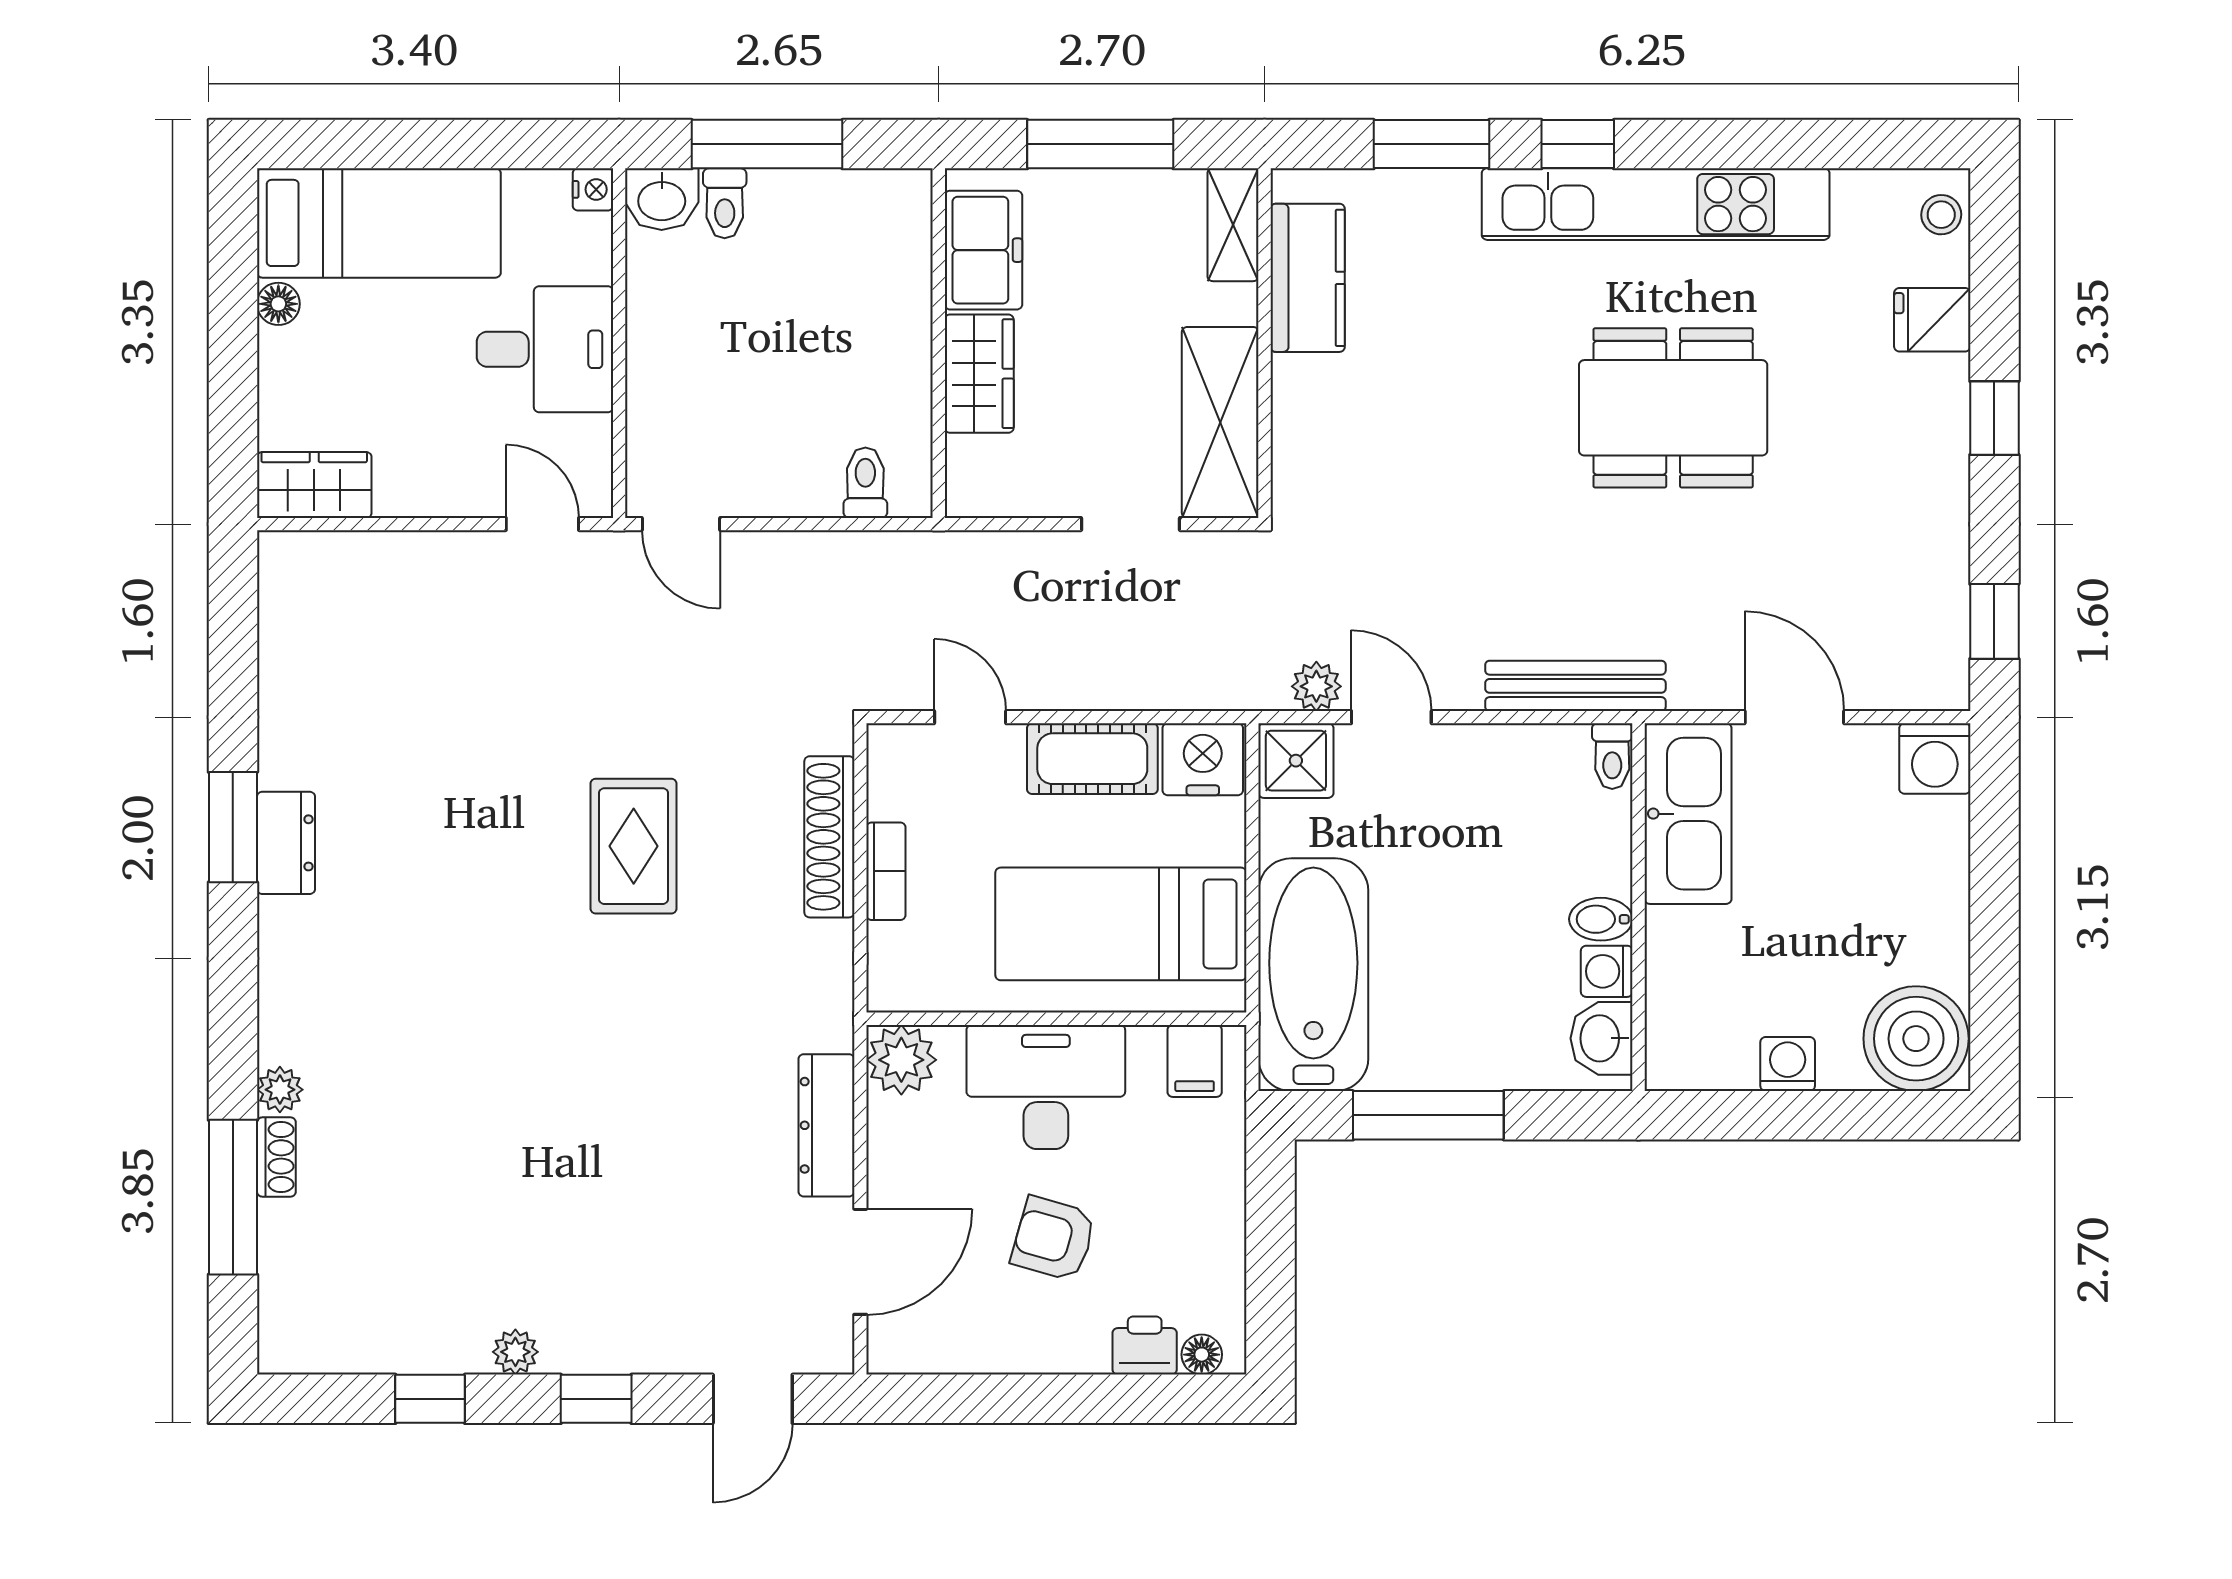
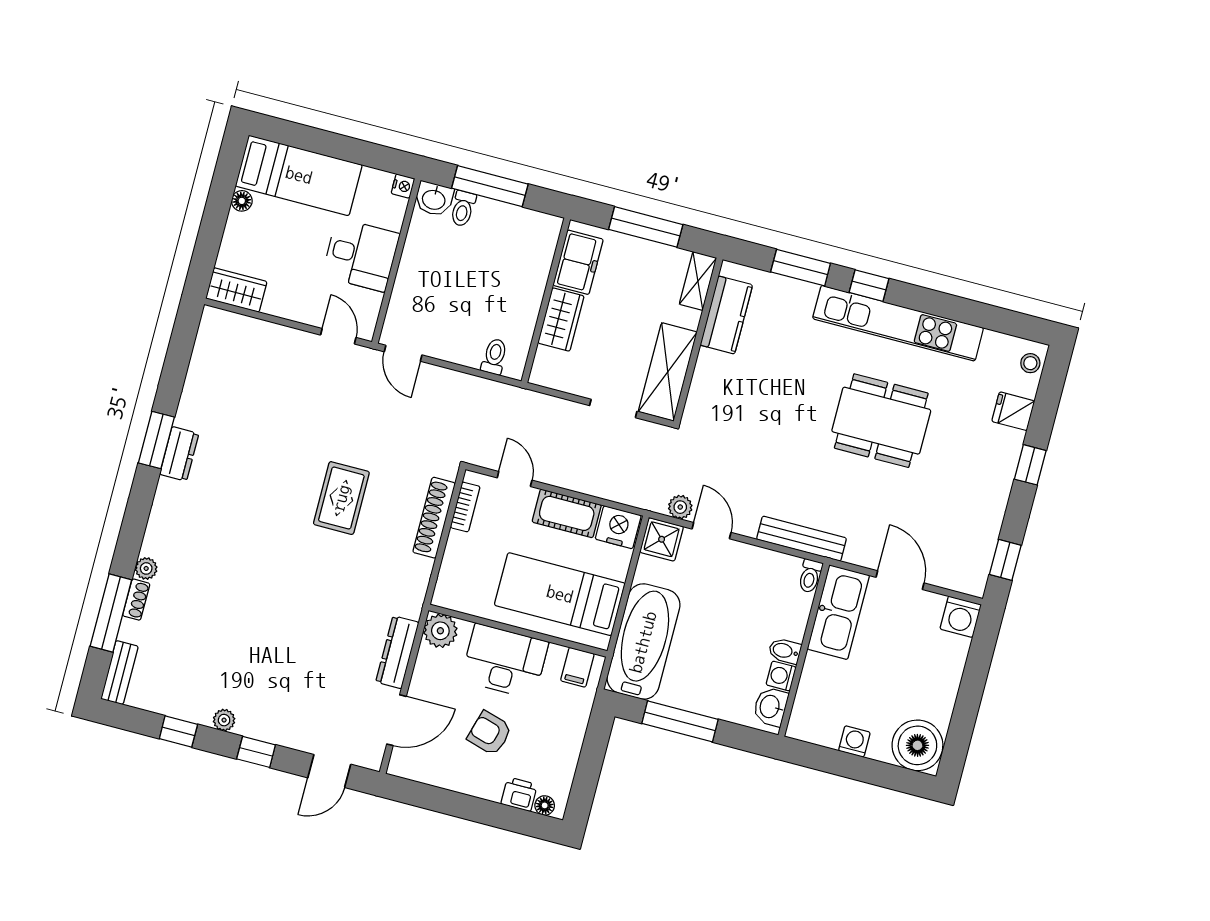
bookcase: (886, 871) -> (465, 507), moved
bench: (281, 1312) -> (119, 673), added

